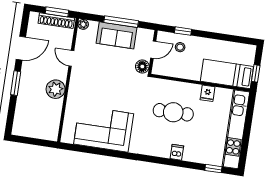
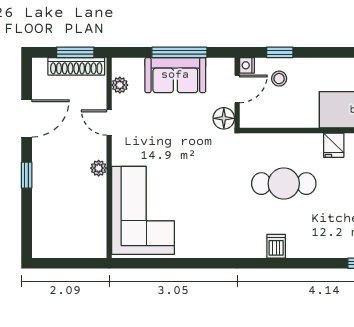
plant: (83, 24) -> (120, 85), moved
nightstand: (162, 36) -> (247, 65), added
window: (16, 83) -> (27, 175), width x0.67
plant: (56, 89) -> (99, 168), width x0.53, depth x0.53
corner sofa: (104, 129) -> (143, 210), moved, turned 90
dishwasher: (177, 152) -> (276, 246), moved

